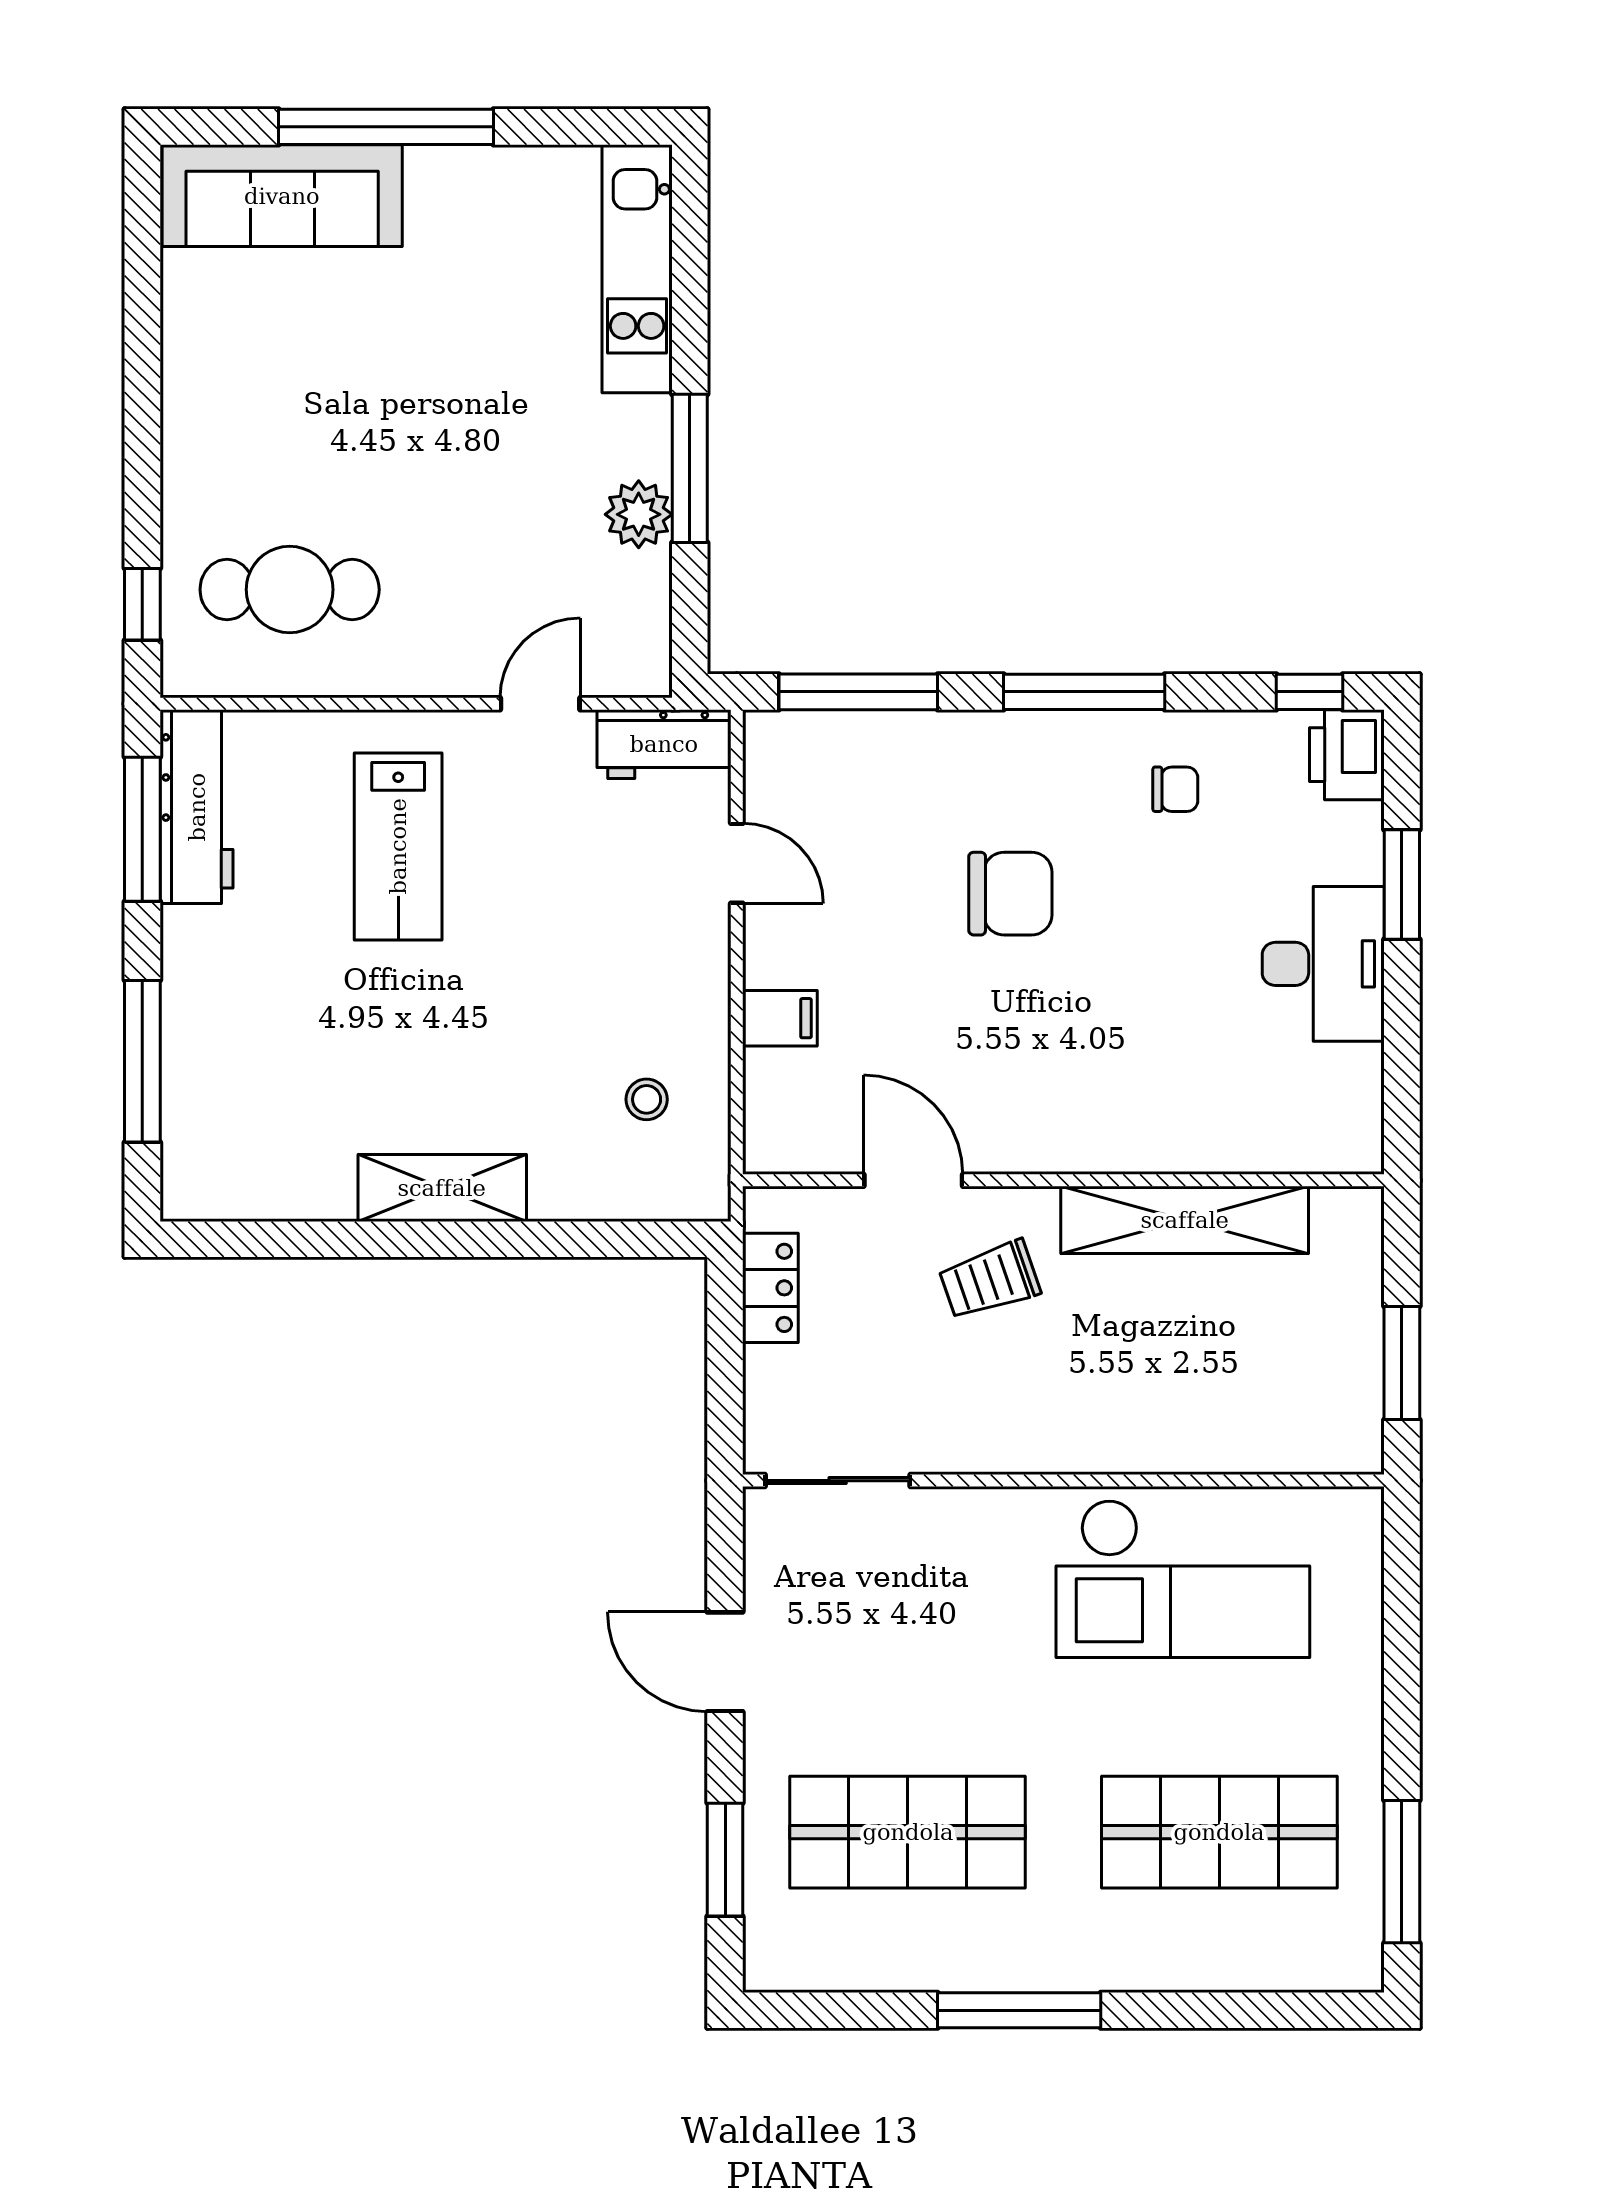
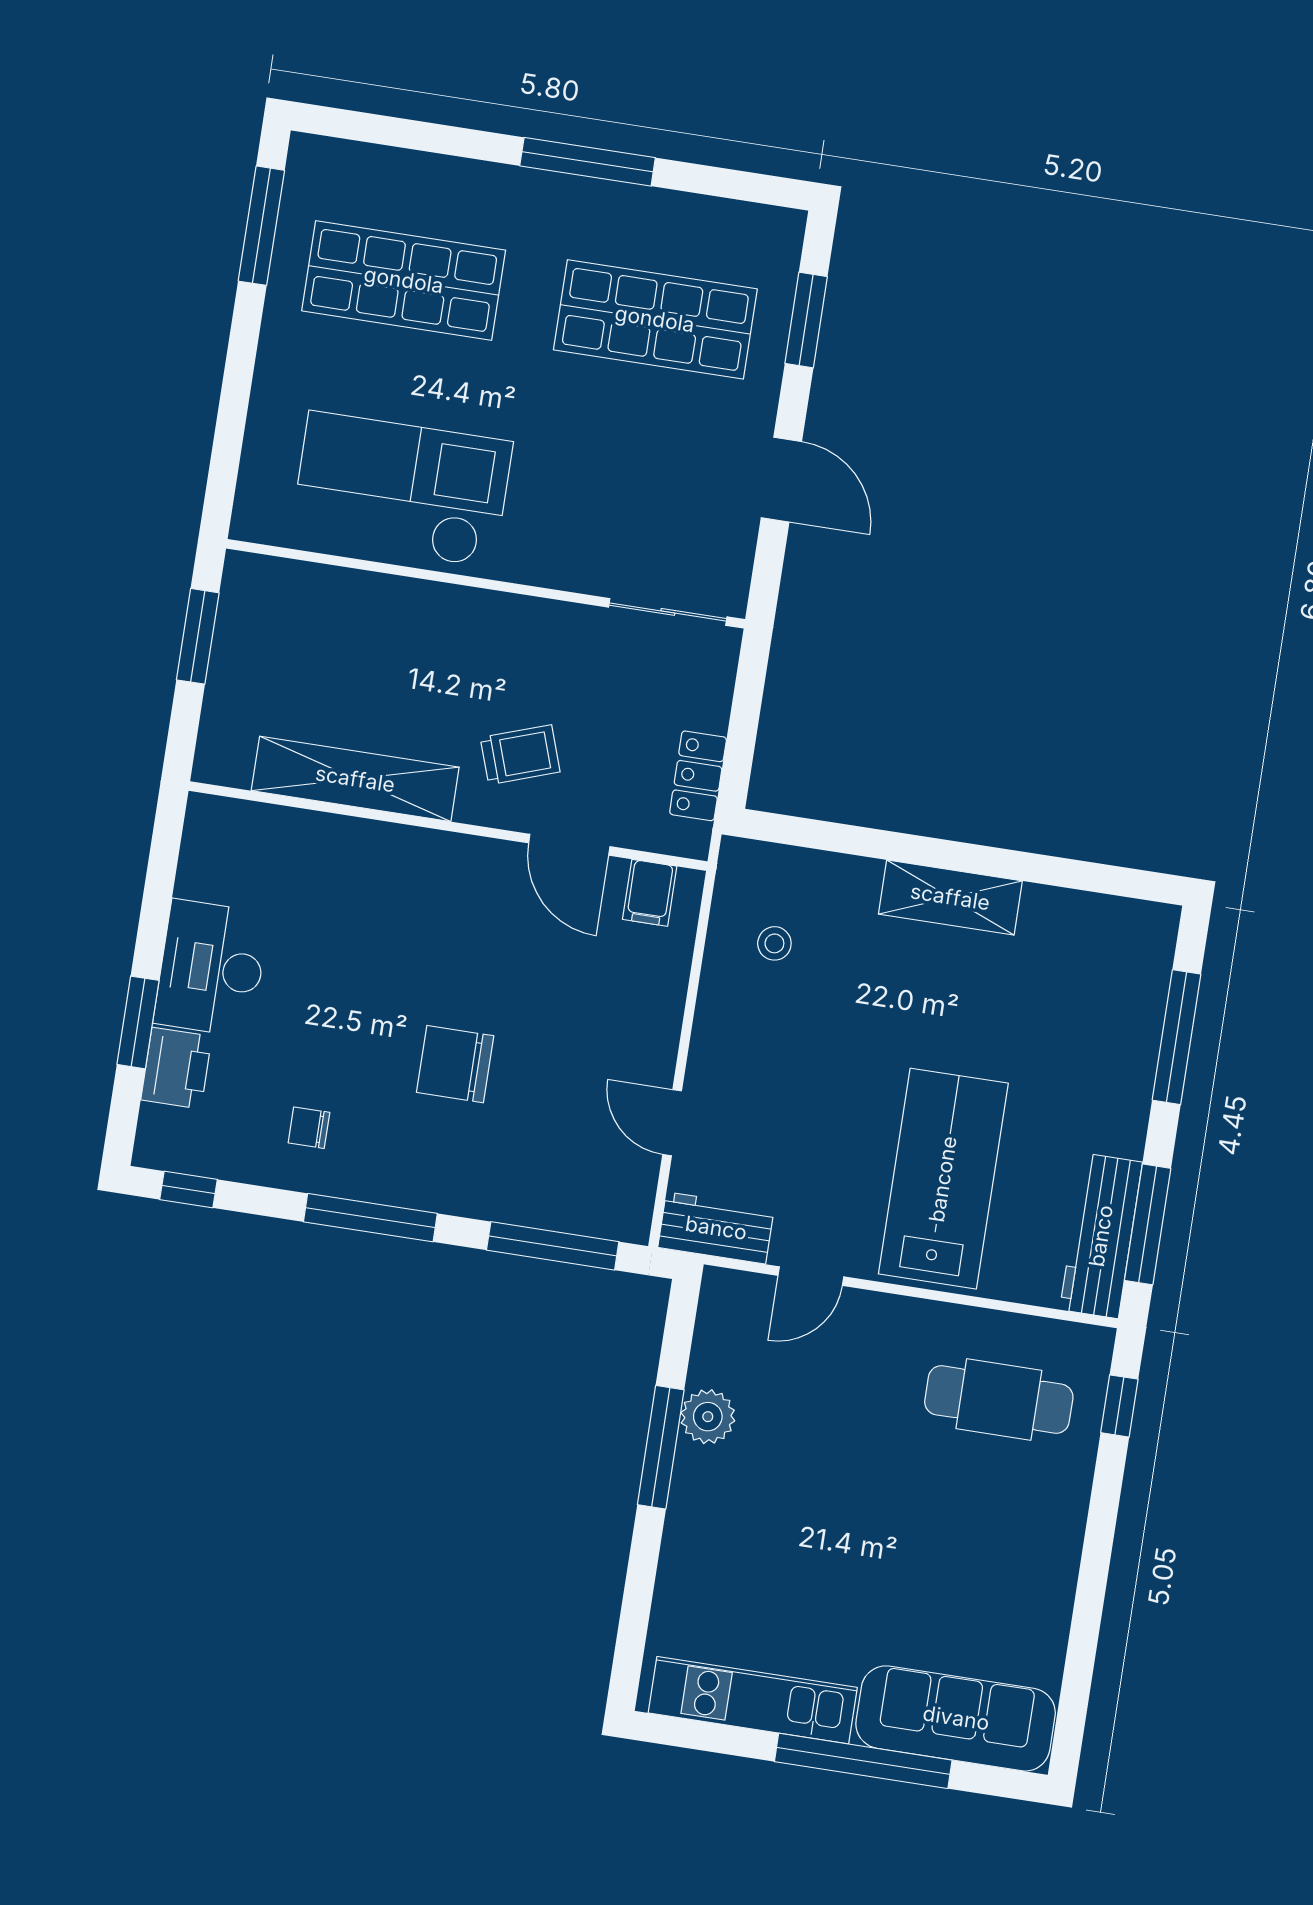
kitchen unit: (637, 269) -> (753, 1700), moved, turned -90
printer: (1347, 755) -> (176, 1068), moved
lab bench: (398, 846) -> (943, 1179), width x1.36, depth x1.39
filing cabinet: (780, 1018) -> (650, 893), moved, turned -90

